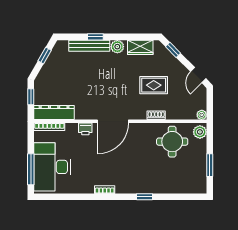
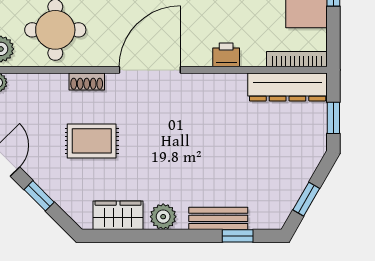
window: (95, 37) -> (238, 236), moved
bench: (89, 46) -> (218, 218), width x0.73
window: (173, 50) -> (39, 196), moved
door: (113, 121) -> (150, 70), moved

